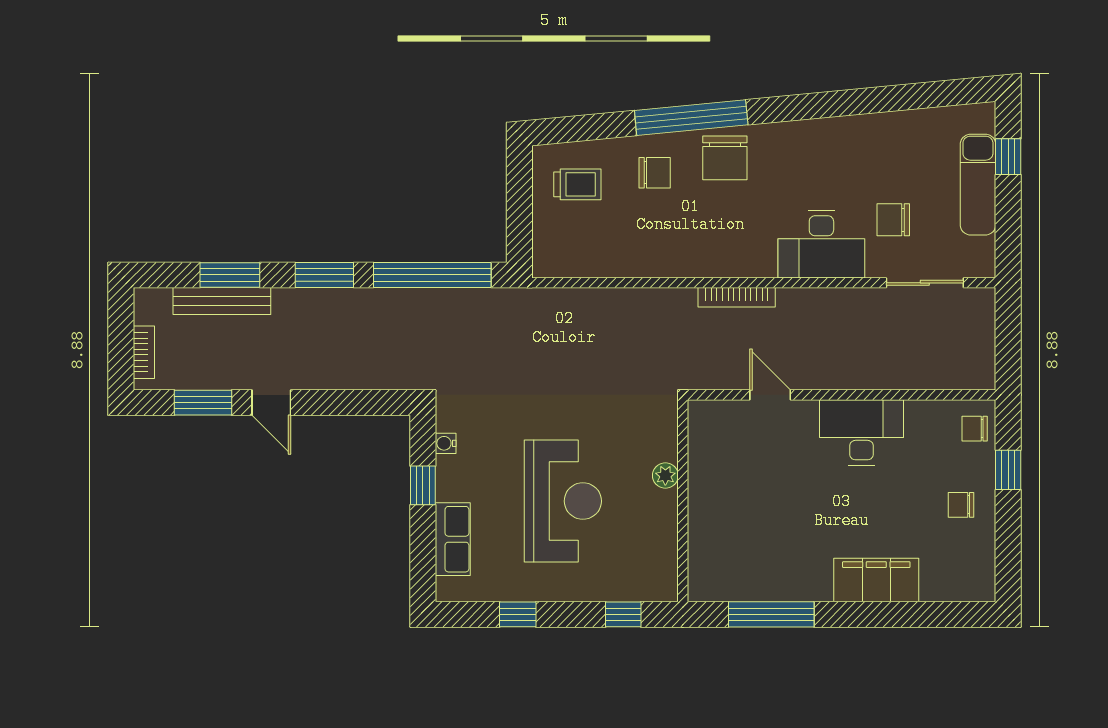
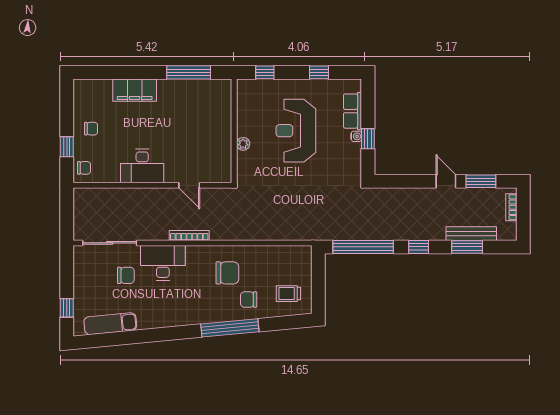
chair: (725, 158) -> (227, 273), moved, turned 90
exam couch: (978, 185) -> (110, 324), moved, turned -95
window: (324, 275) -> (419, 247), width x0.67
sliding door: (925, 283) -> (110, 243), width x1.37
bookcase: (737, 297) -> (189, 235), moved
water cooler: (446, 443) -> (356, 136), moved

